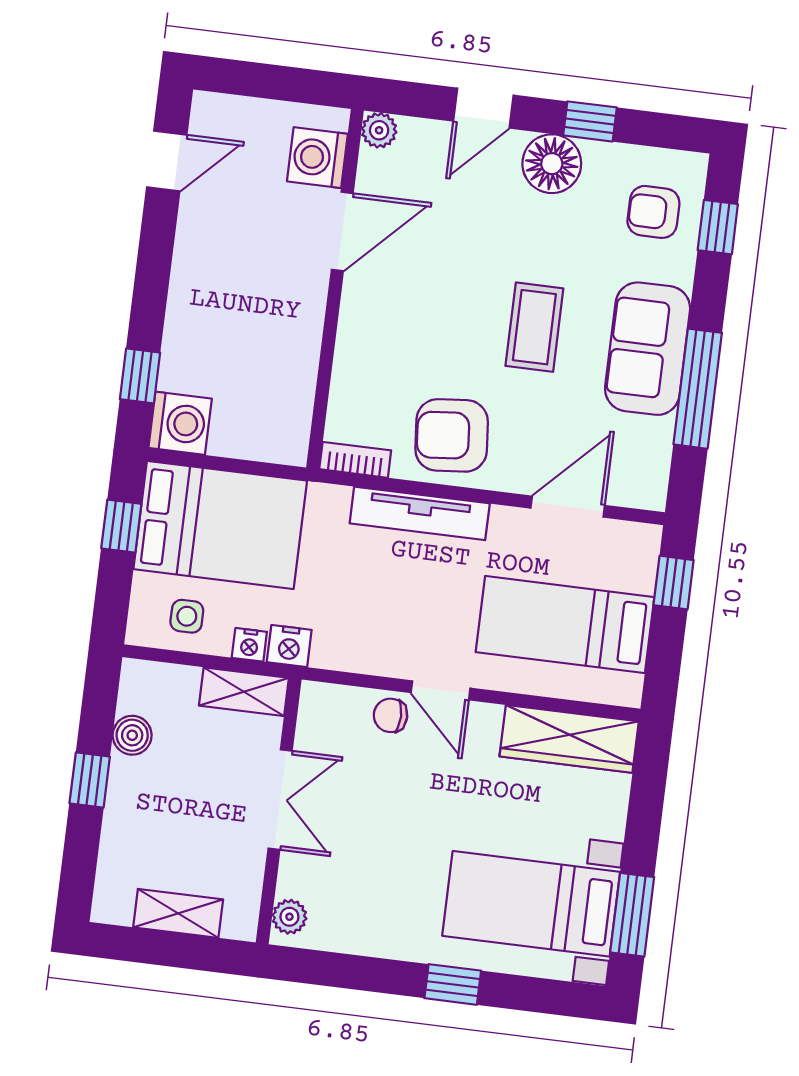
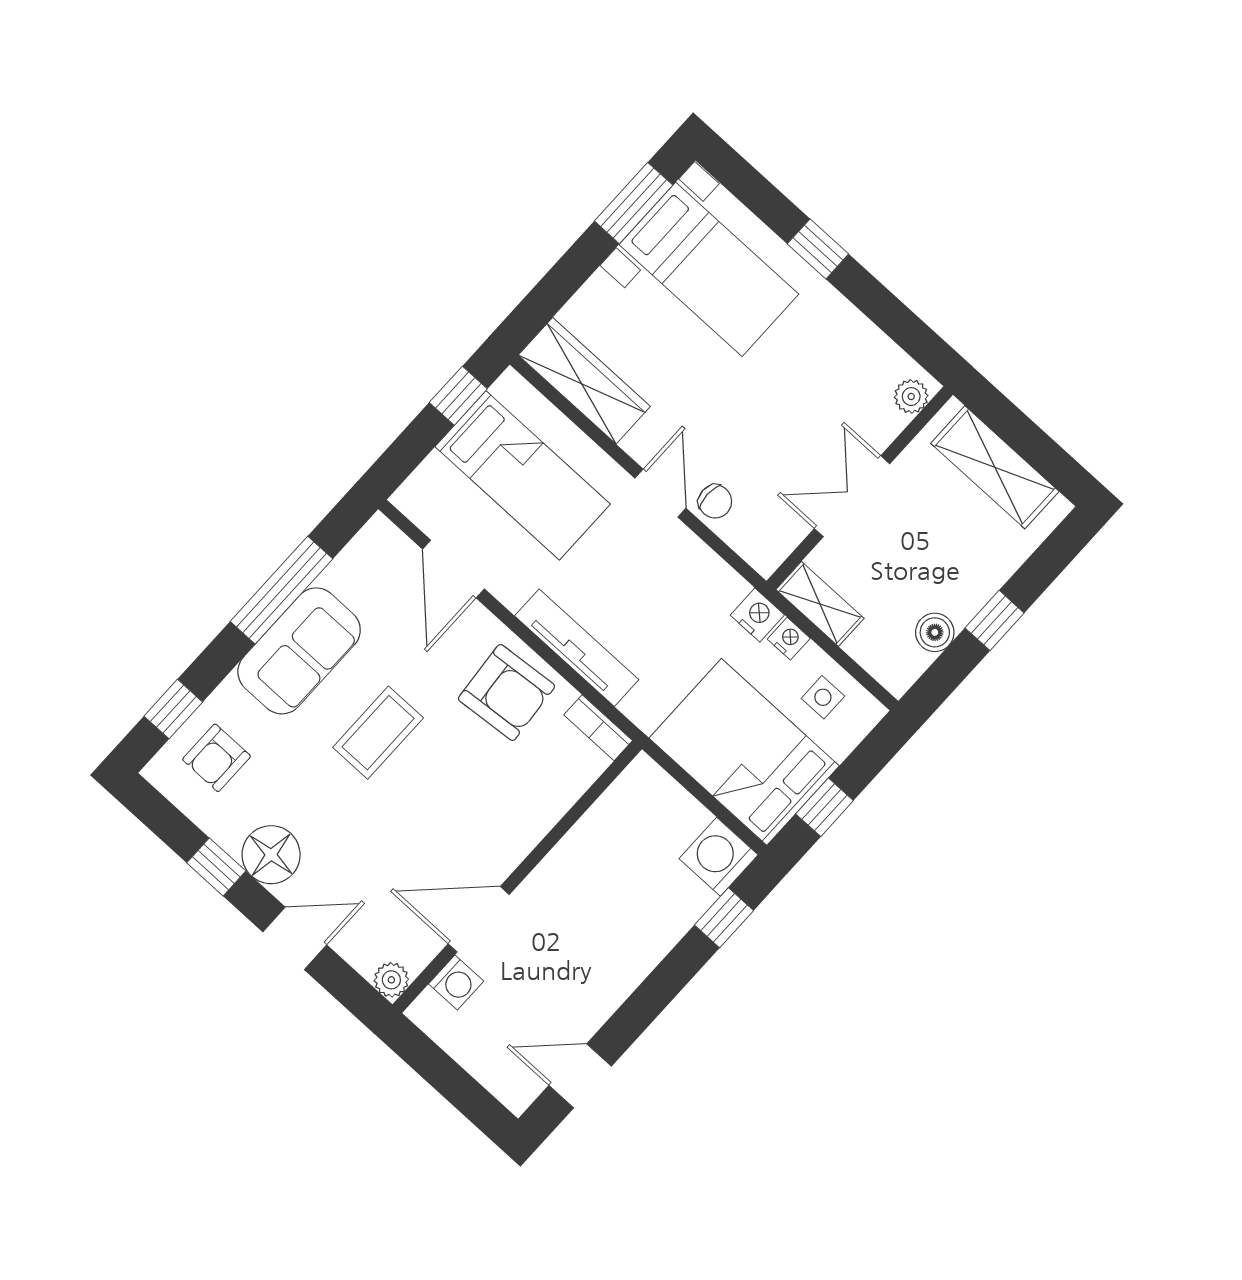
washing machine: (317, 158) -> (456, 982), width x0.73, depth x0.73
armchair: (653, 212) -> (217, 758), turned 90
door: (568, 507) -> (453, 569), hinge flipped
window: (674, 583) -> (458, 396), moved
shelving: (178, 913) -> (995, 467), width x1.50, depth x1.33

